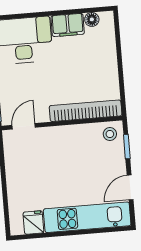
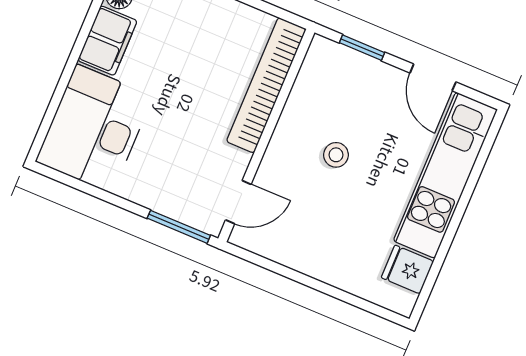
door: (24, 126) -> (238, 202), swing flipped
stool: (110, 134) -> (336, 155), moved

